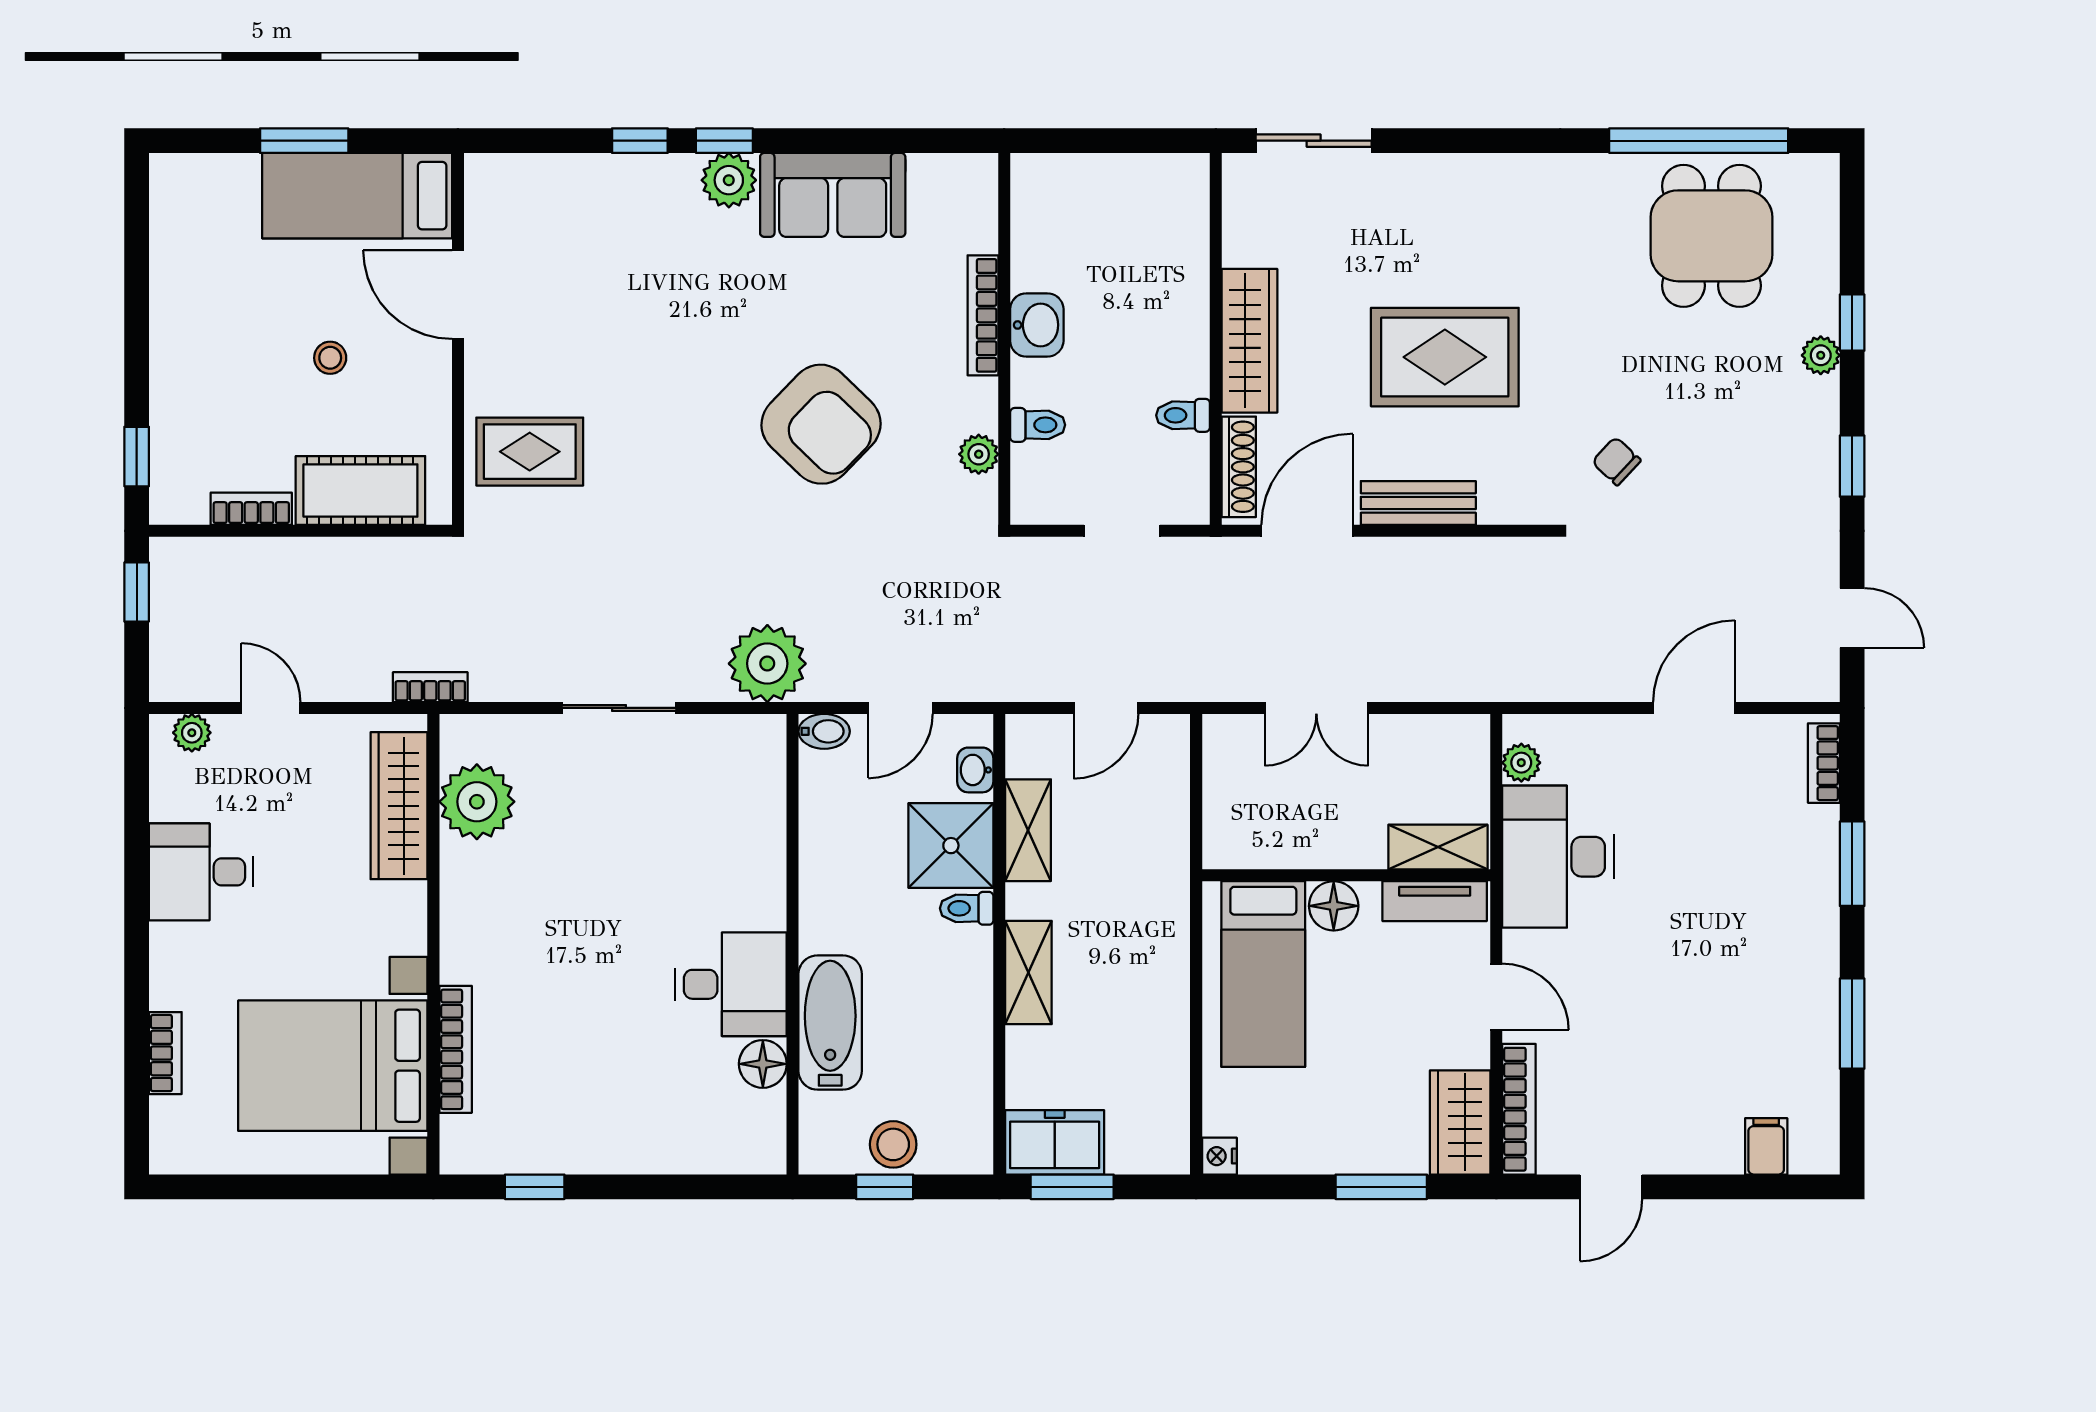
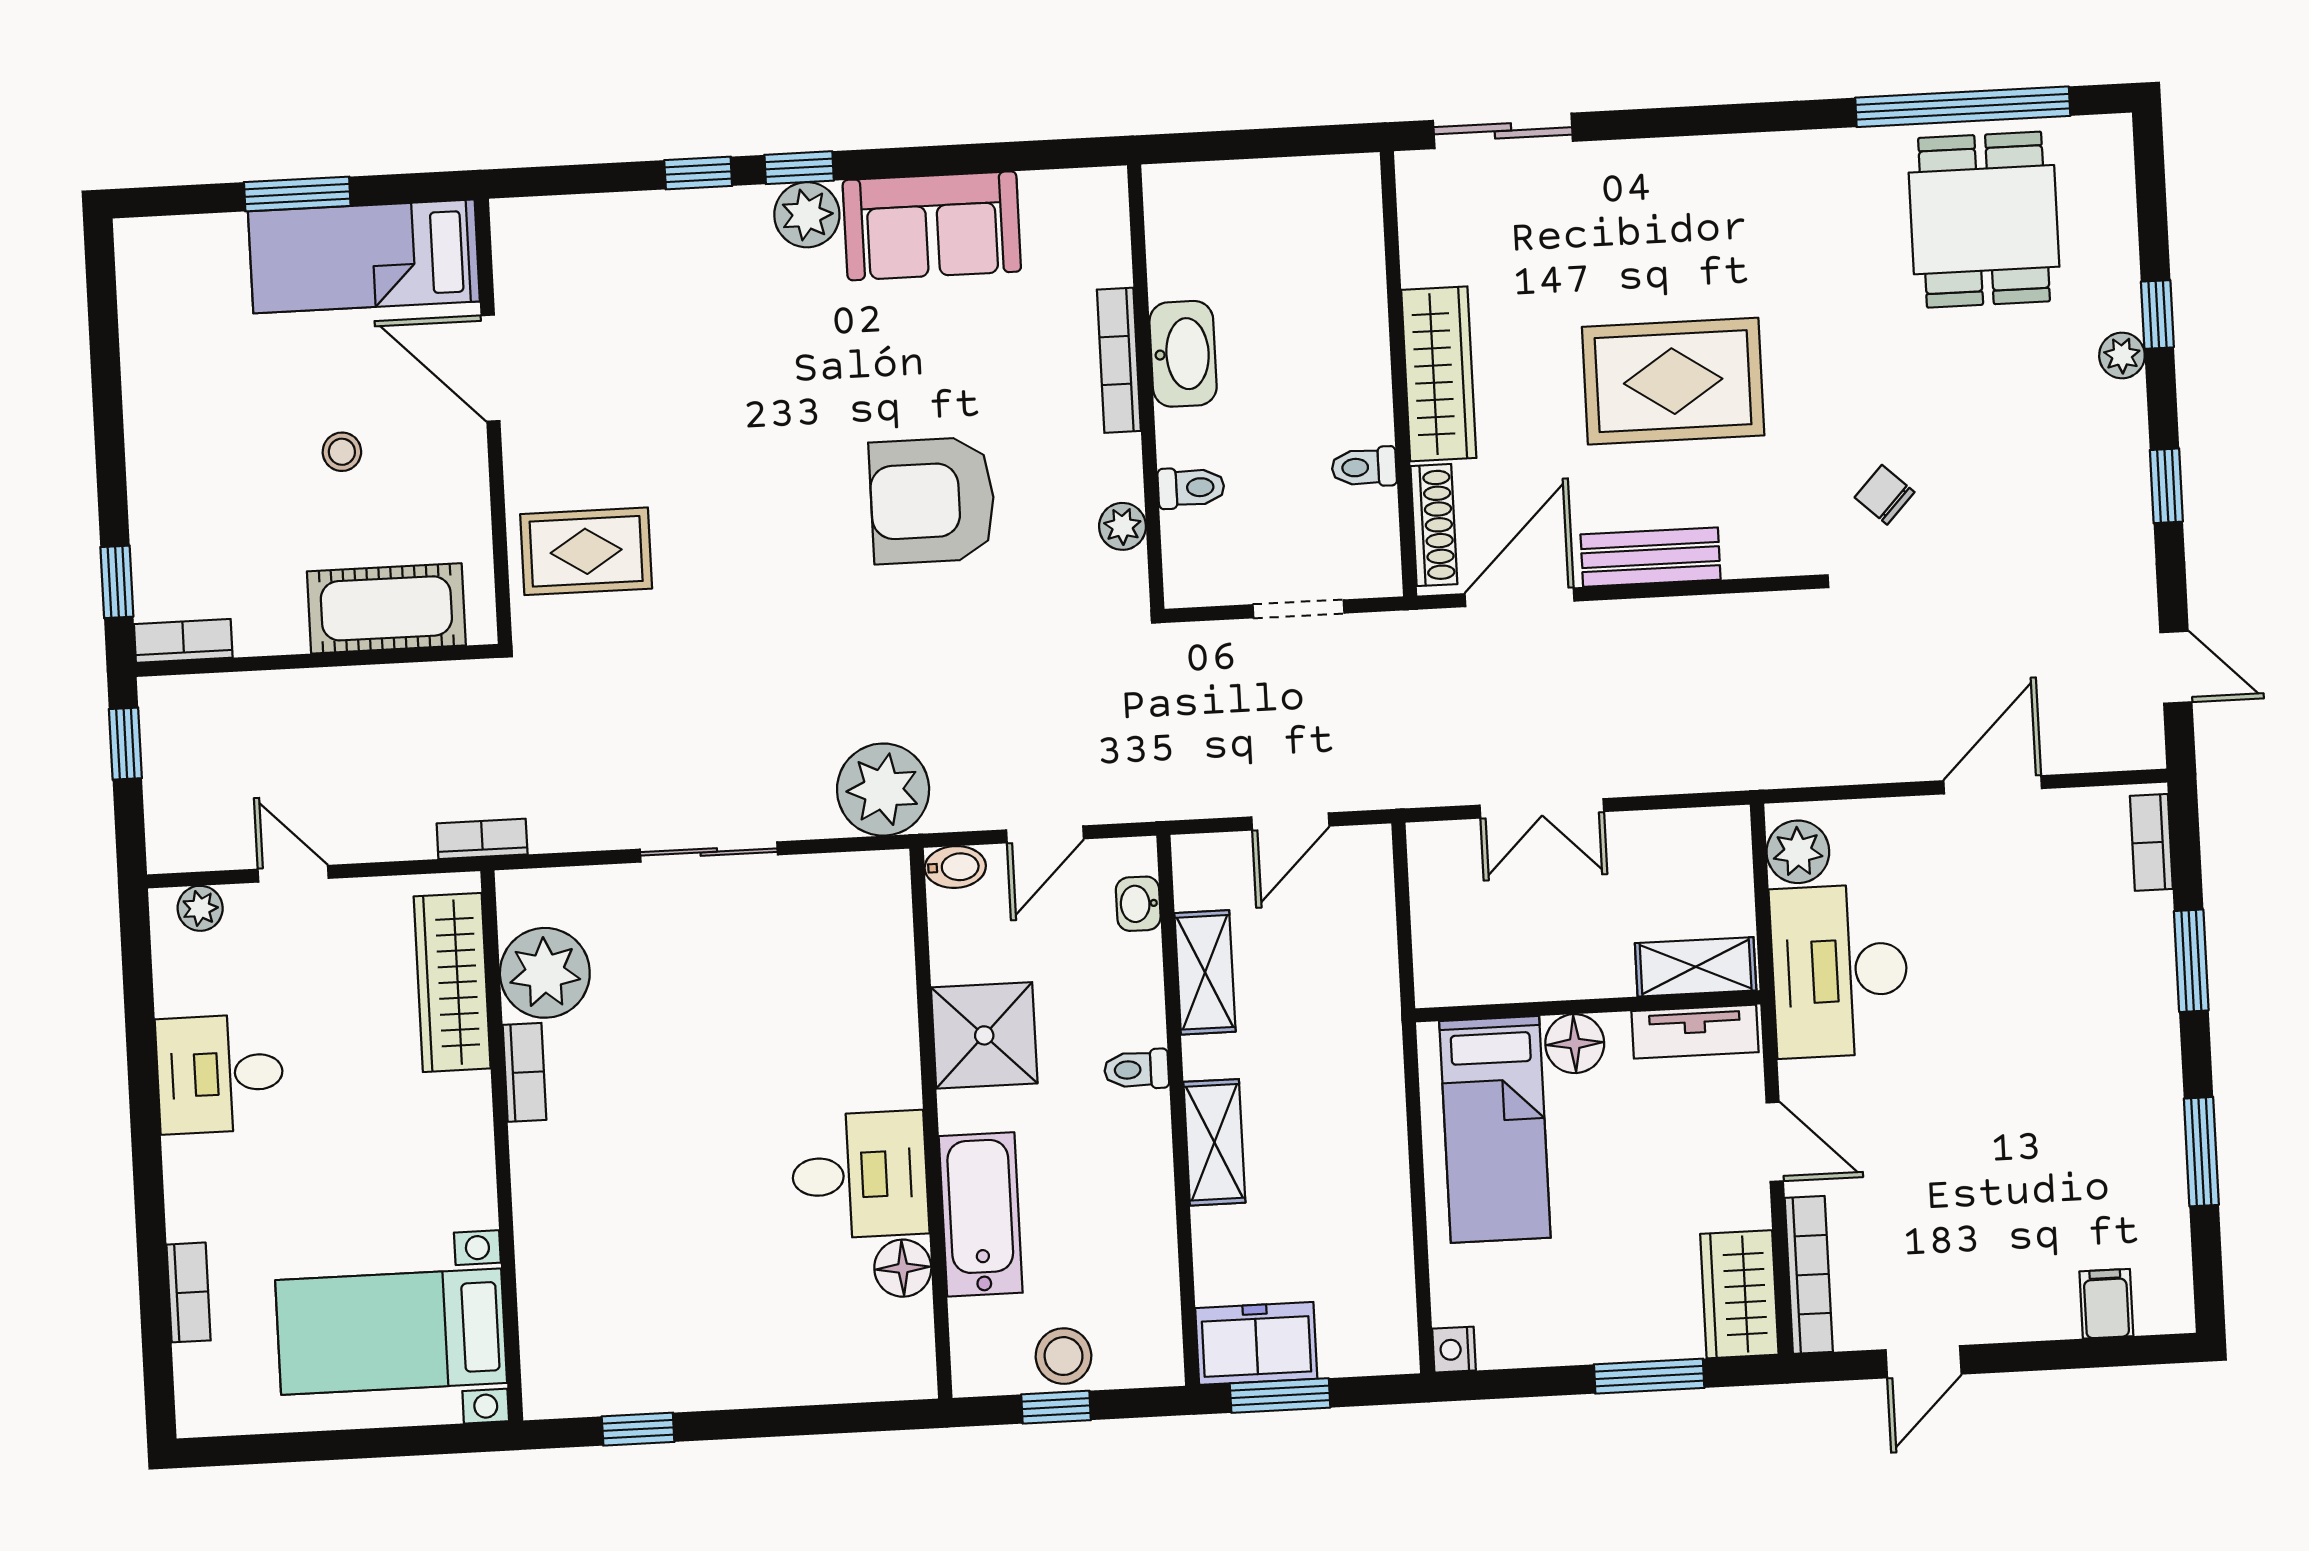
washbasin: (1037, 325) -> (1183, 354), width x1.38
armchair: (821, 424) -> (932, 500), turned 136
bookcase: (251, 509) -> (183, 641), moved
plant: (1521, 763) -> (1798, 852), width x1.38, depth x1.38
shower: (951, 846) -> (984, 1035), moved
bookcase: (456, 1049) -> (525, 1072), moved, width x0.64
bed with nightstands: (333, 1066) -> (391, 1332), width x0.73

